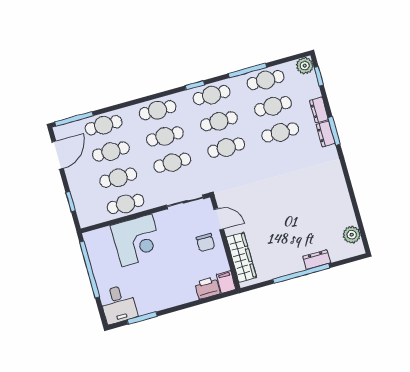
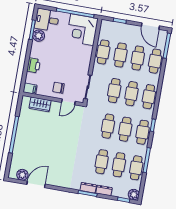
door: (356, 209) -> (36, 184), added
corner desk: (137, 240) -> (82, 30), moved
wardrobe: (241, 257) -> (40, 104), width x0.67
dresser: (317, 260) -> (18, 147), removed
printer: (207, 288) -> (33, 65), moved
plant: (146, 305) -> (39, 36), added

